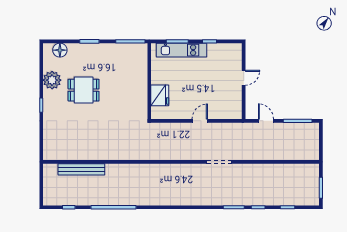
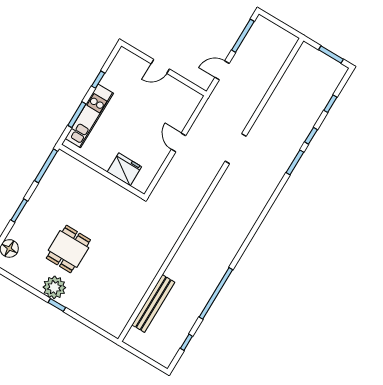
door: (244, 78) -> (160, 66), swing flipped
plant: (52, 80) -> (54, 287), moved

